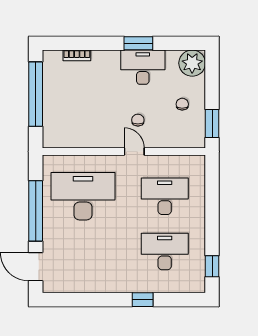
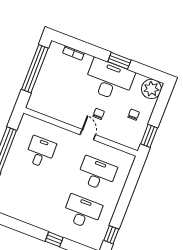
desk: (143, 67) -> (109, 80), width x1.36, depth x1.30
desk: (83, 196) -> (40, 152), width x0.53, depth x0.77

